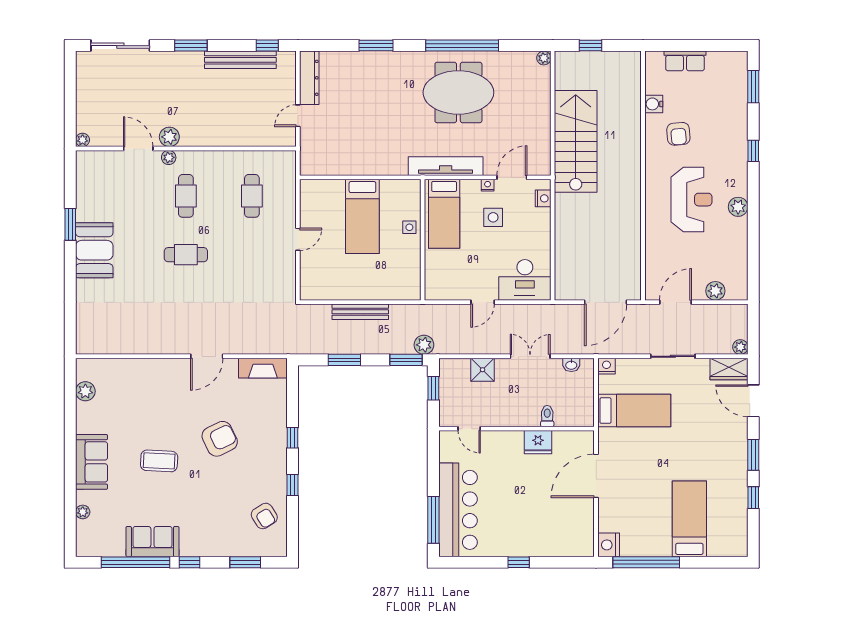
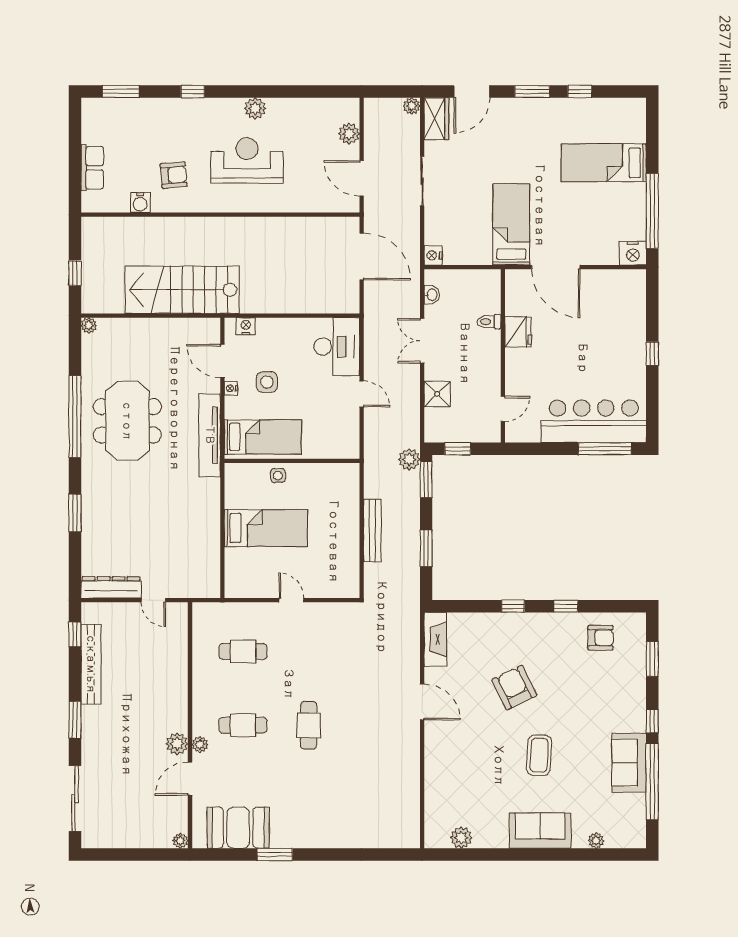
booth: (94, 250) -> (238, 828), moved
bed: (634, 411) -> (511, 224), moved
armchair: (264, 516) -> (600, 638), turned 32

